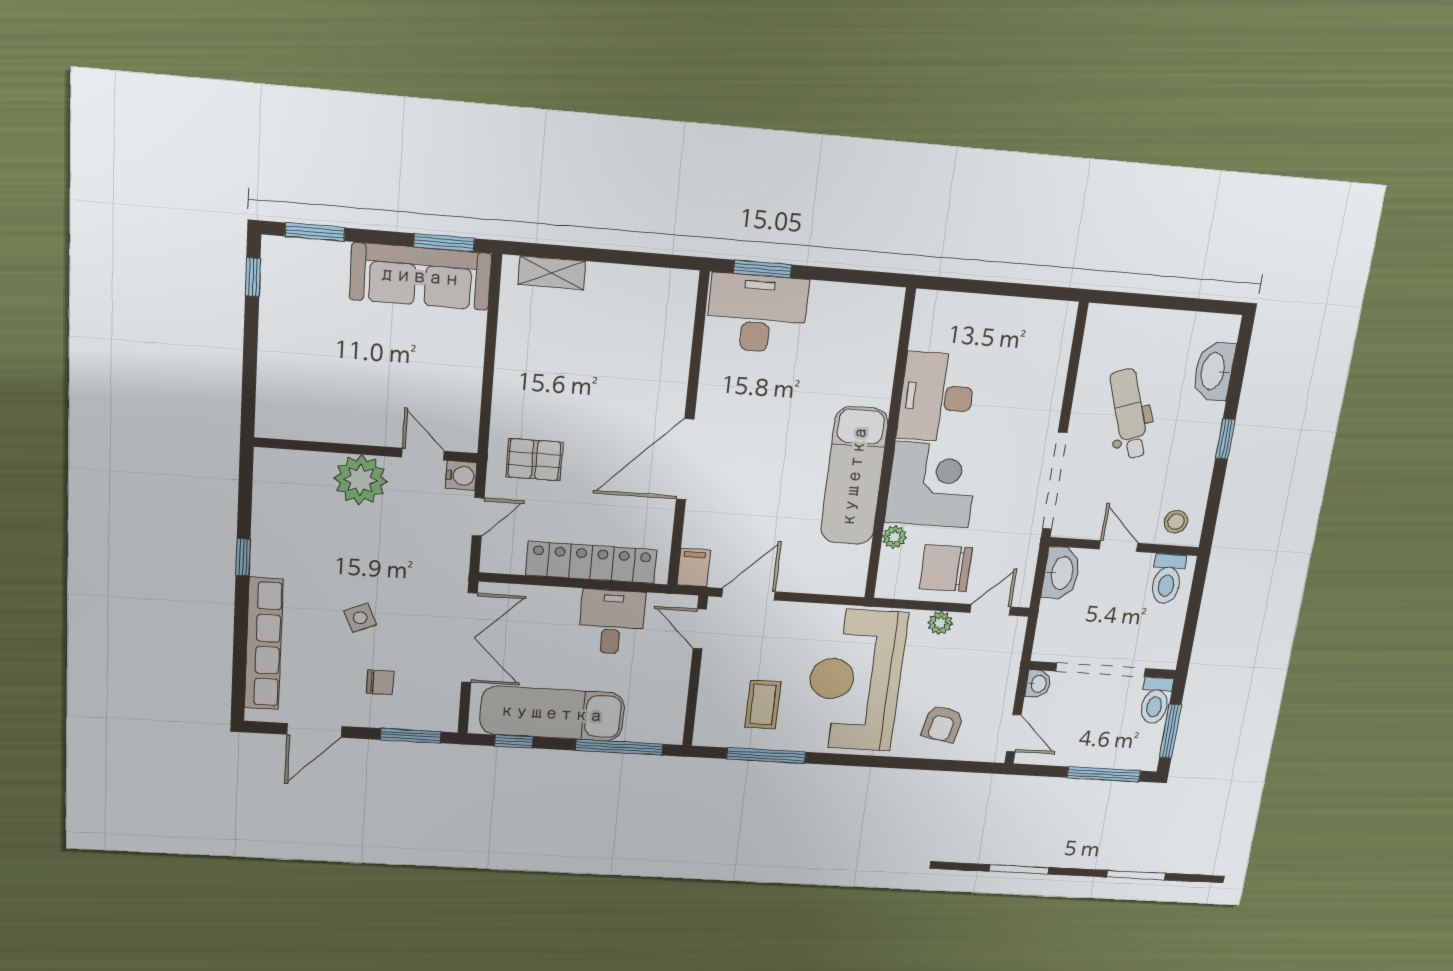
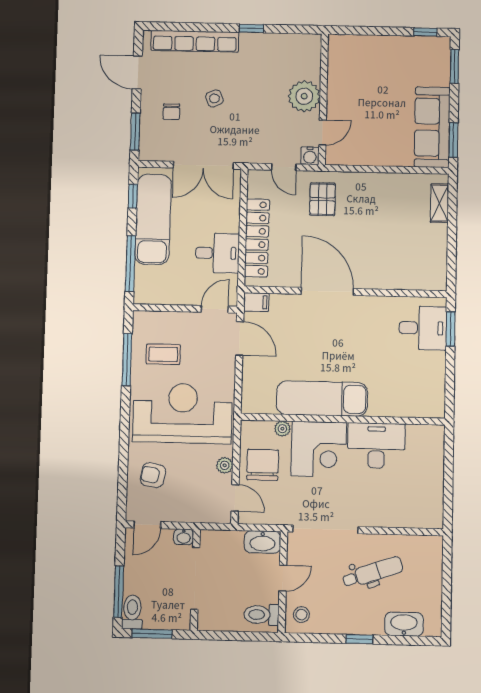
desk: (757, 313) -> (423, 328), width x0.73
toilet: (1155, 701) -> (132, 612), moved, turned 90

